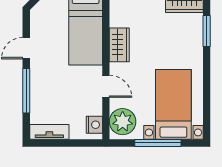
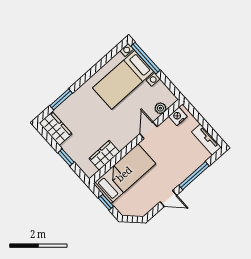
wardrobe: (119, 45) -> (104, 155), moved
plant: (123, 122) -> (160, 108), width x0.53, depth x0.53
window: (158, 143) -> (146, 58), moved

